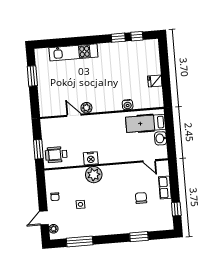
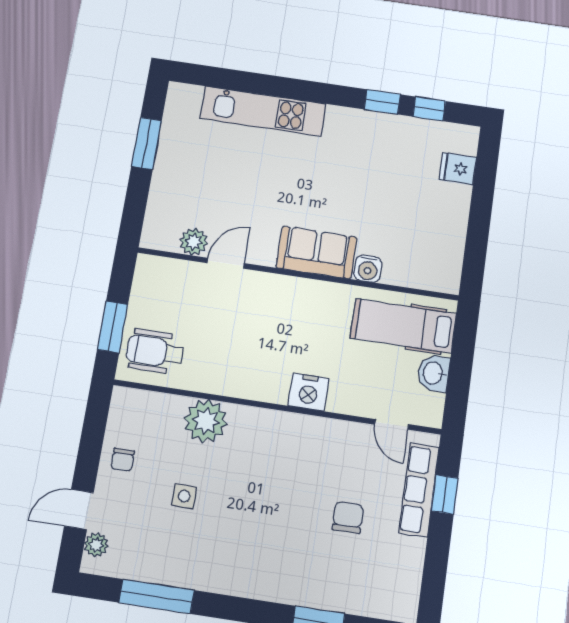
fridge: (155, 81) -> (458, 168), moved
sofa: (107, 103) -> (316, 252), added
plant: (86, 108) -> (194, 242), moved
door: (74, 115) -> (226, 263), hinge flipped
nightstand: (91, 158) -> (308, 392), moved
plant: (94, 175) -> (206, 421), moved
row of seats: (165, 187) -> (419, 490), width x1.48
window: (176, 209) -> (445, 494), moved

